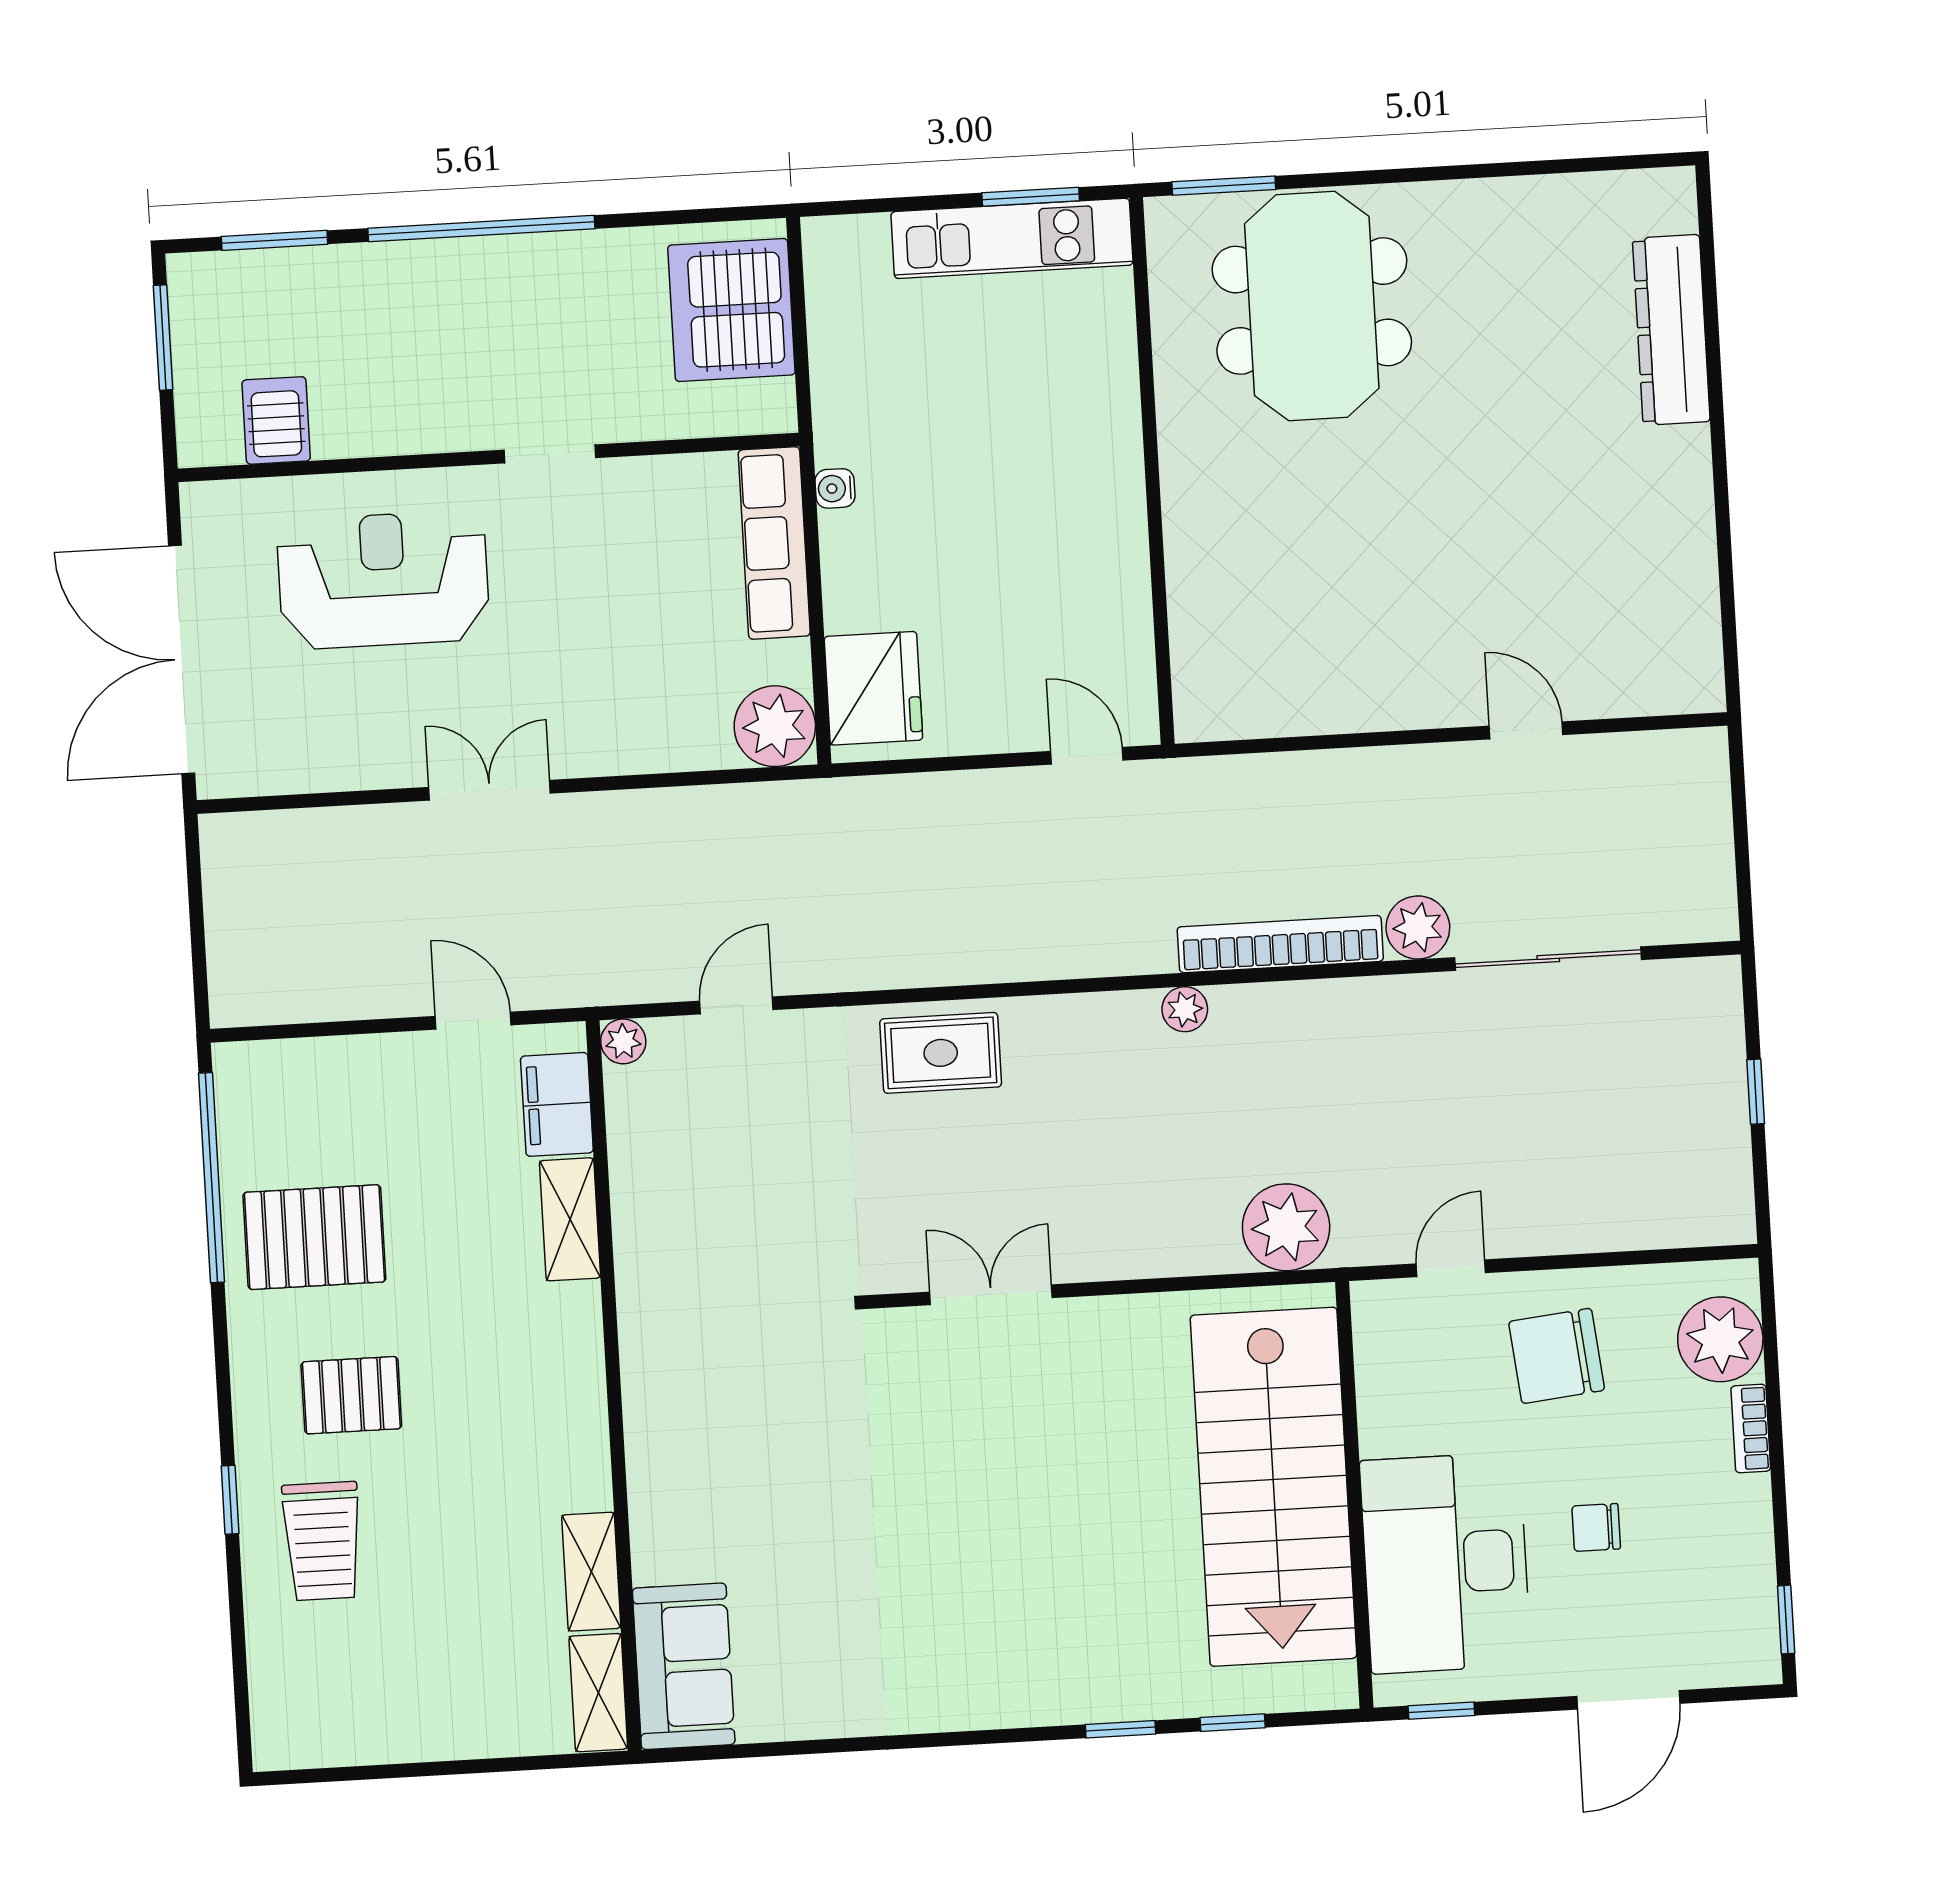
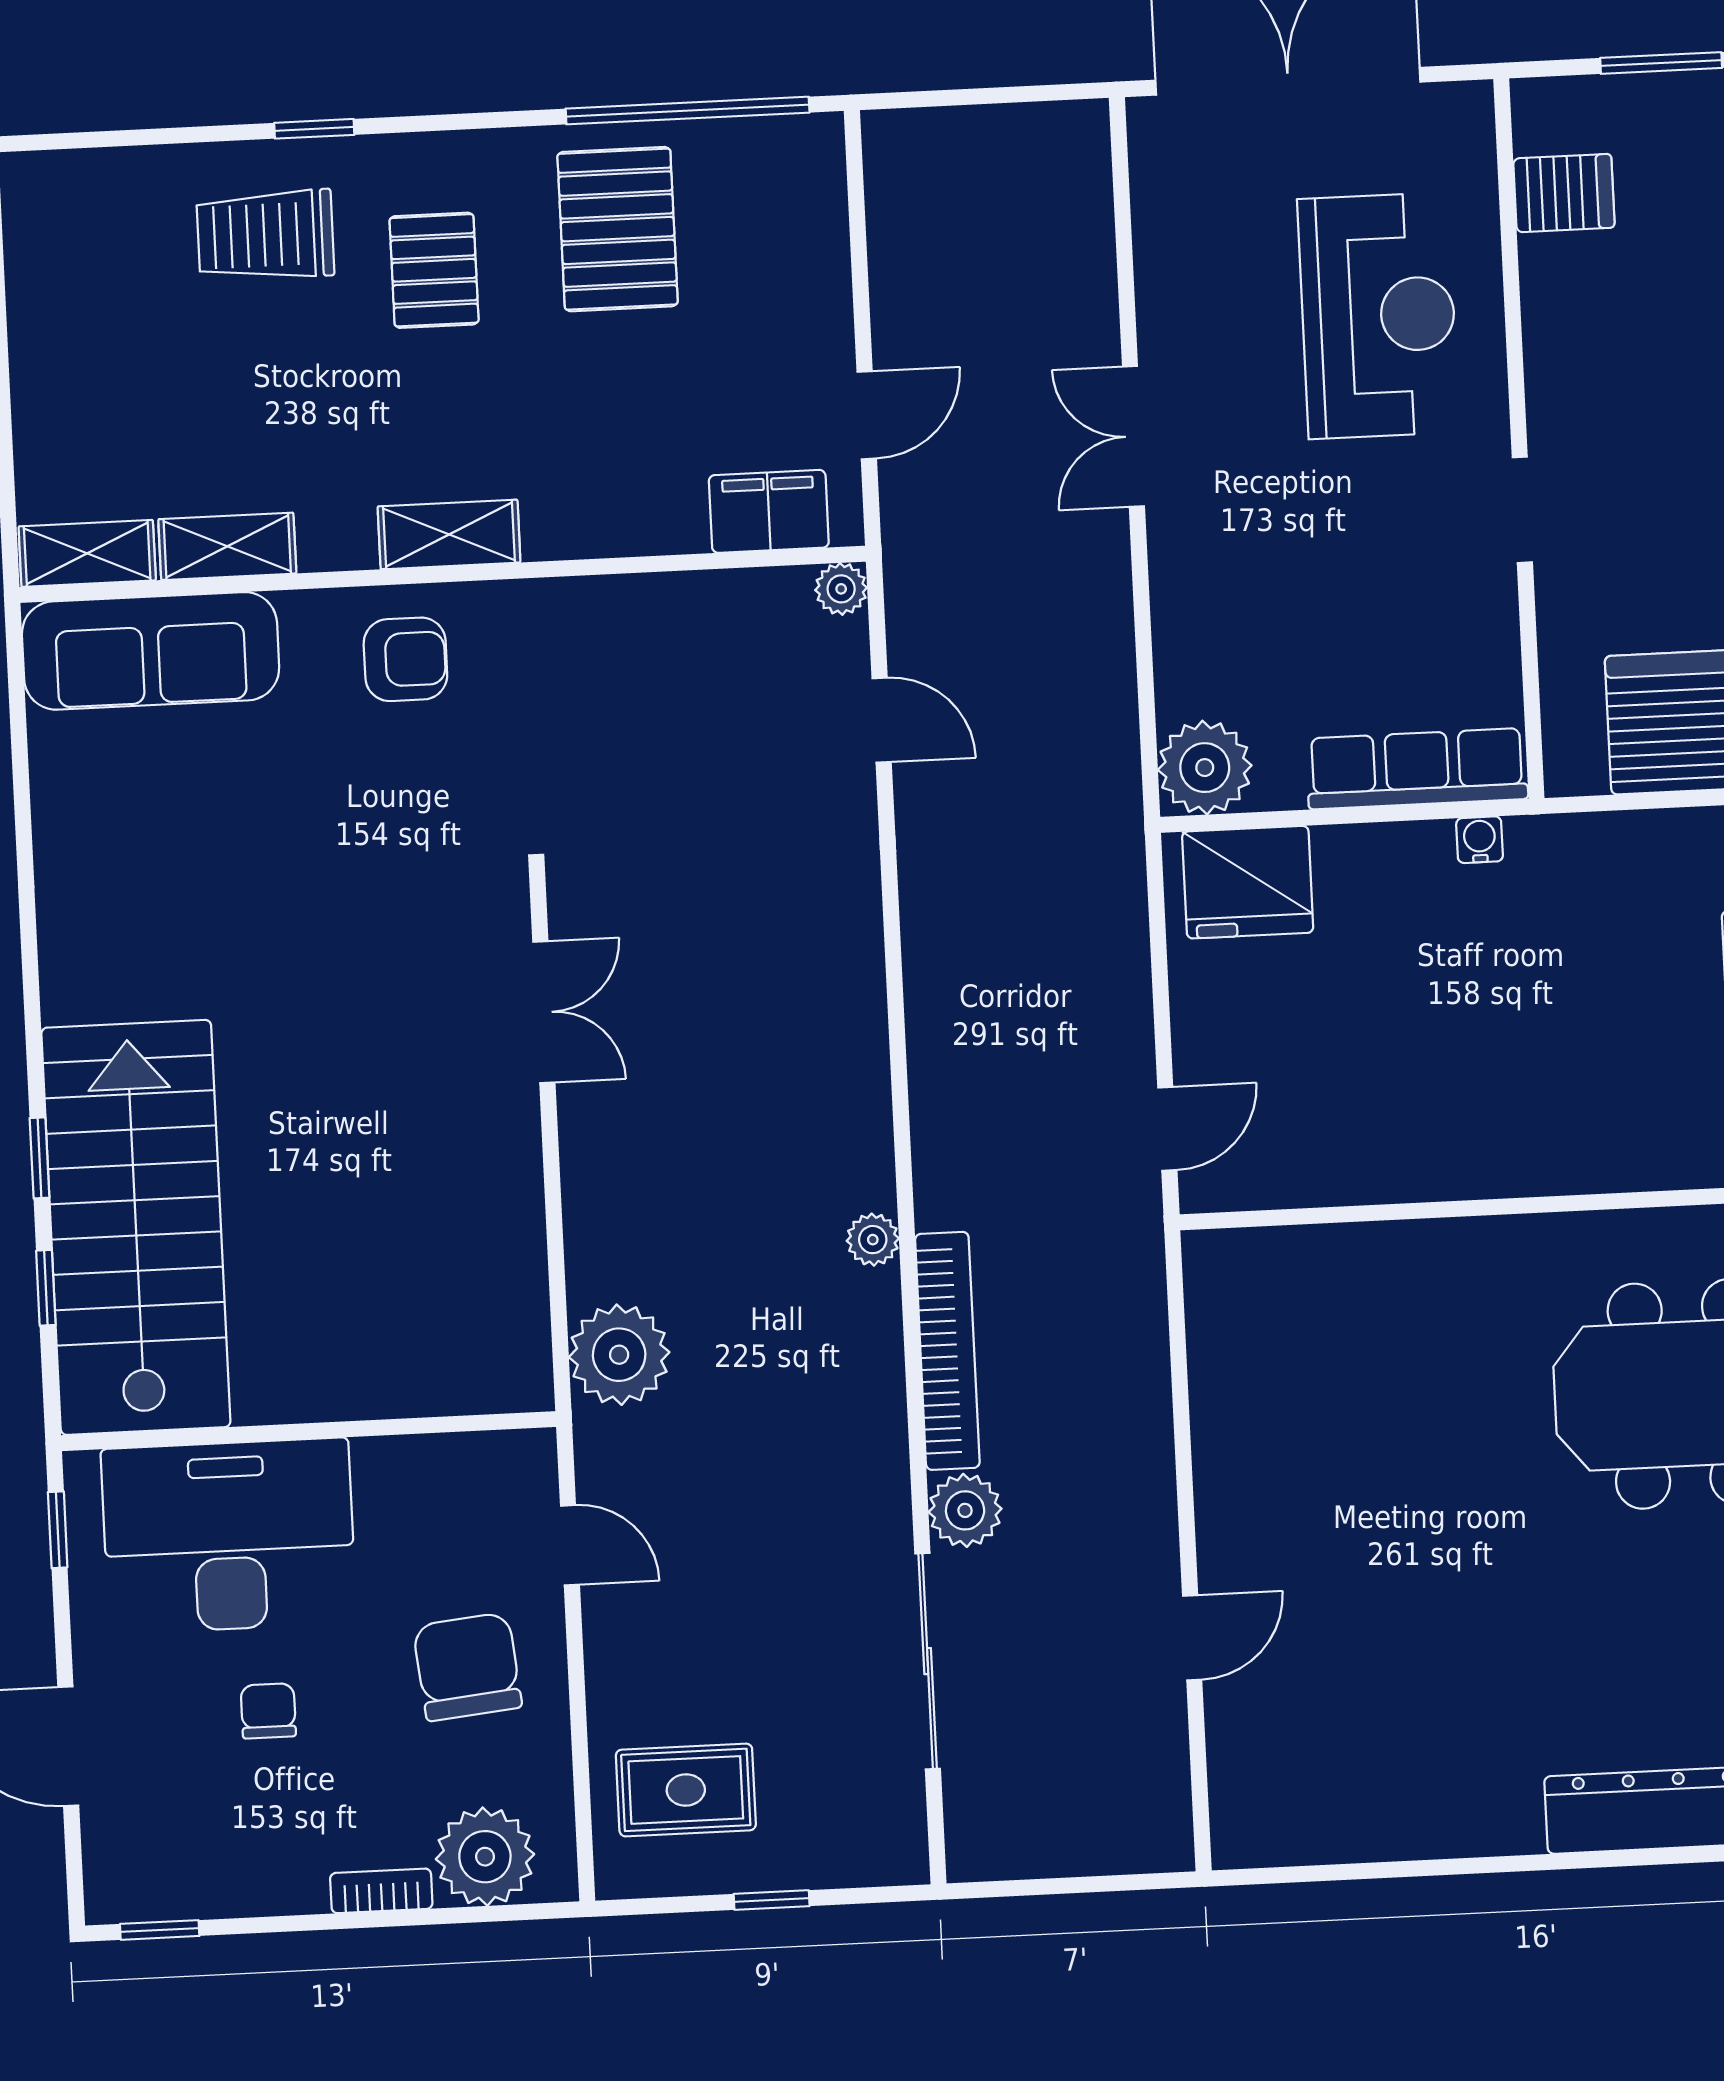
double door: (489, 790) -> (1133, 436), swing flipped
rug: (941, 1053) -> (686, 1790), moved, turned 90
shelving: (570, 1219) -> (449, 534), moved
armchair: (687, 1417) -> (405, 659), added
stairs: (1274, 1487) -> (136, 1227), moved, turned 90
sofa: (684, 1666) -> (151, 651), width x1.36

